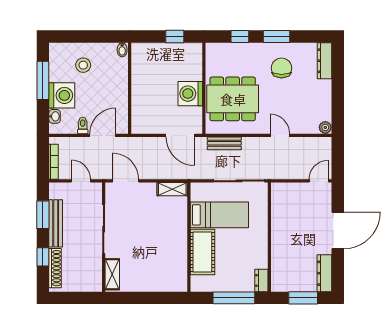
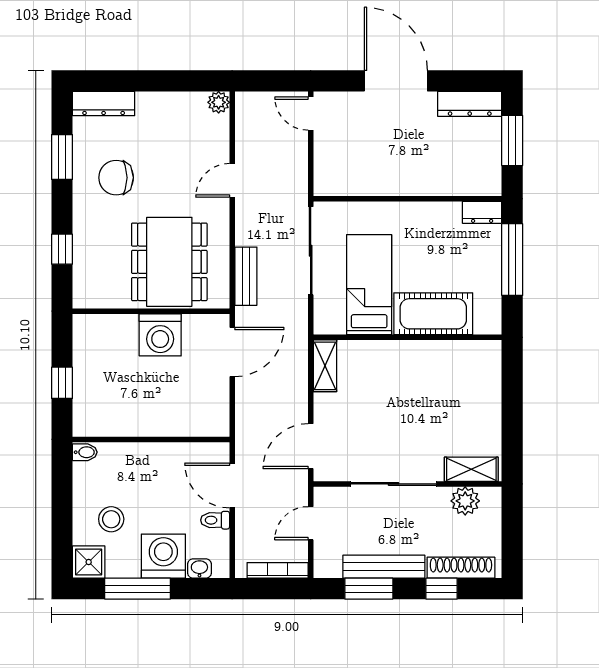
window: (175, 37) -> (62, 383), moved
window: (276, 37) -> (62, 157), moved
shower: (58, 52) -> (89, 562), added
plant: (94, 271) -> (465, 501), added

